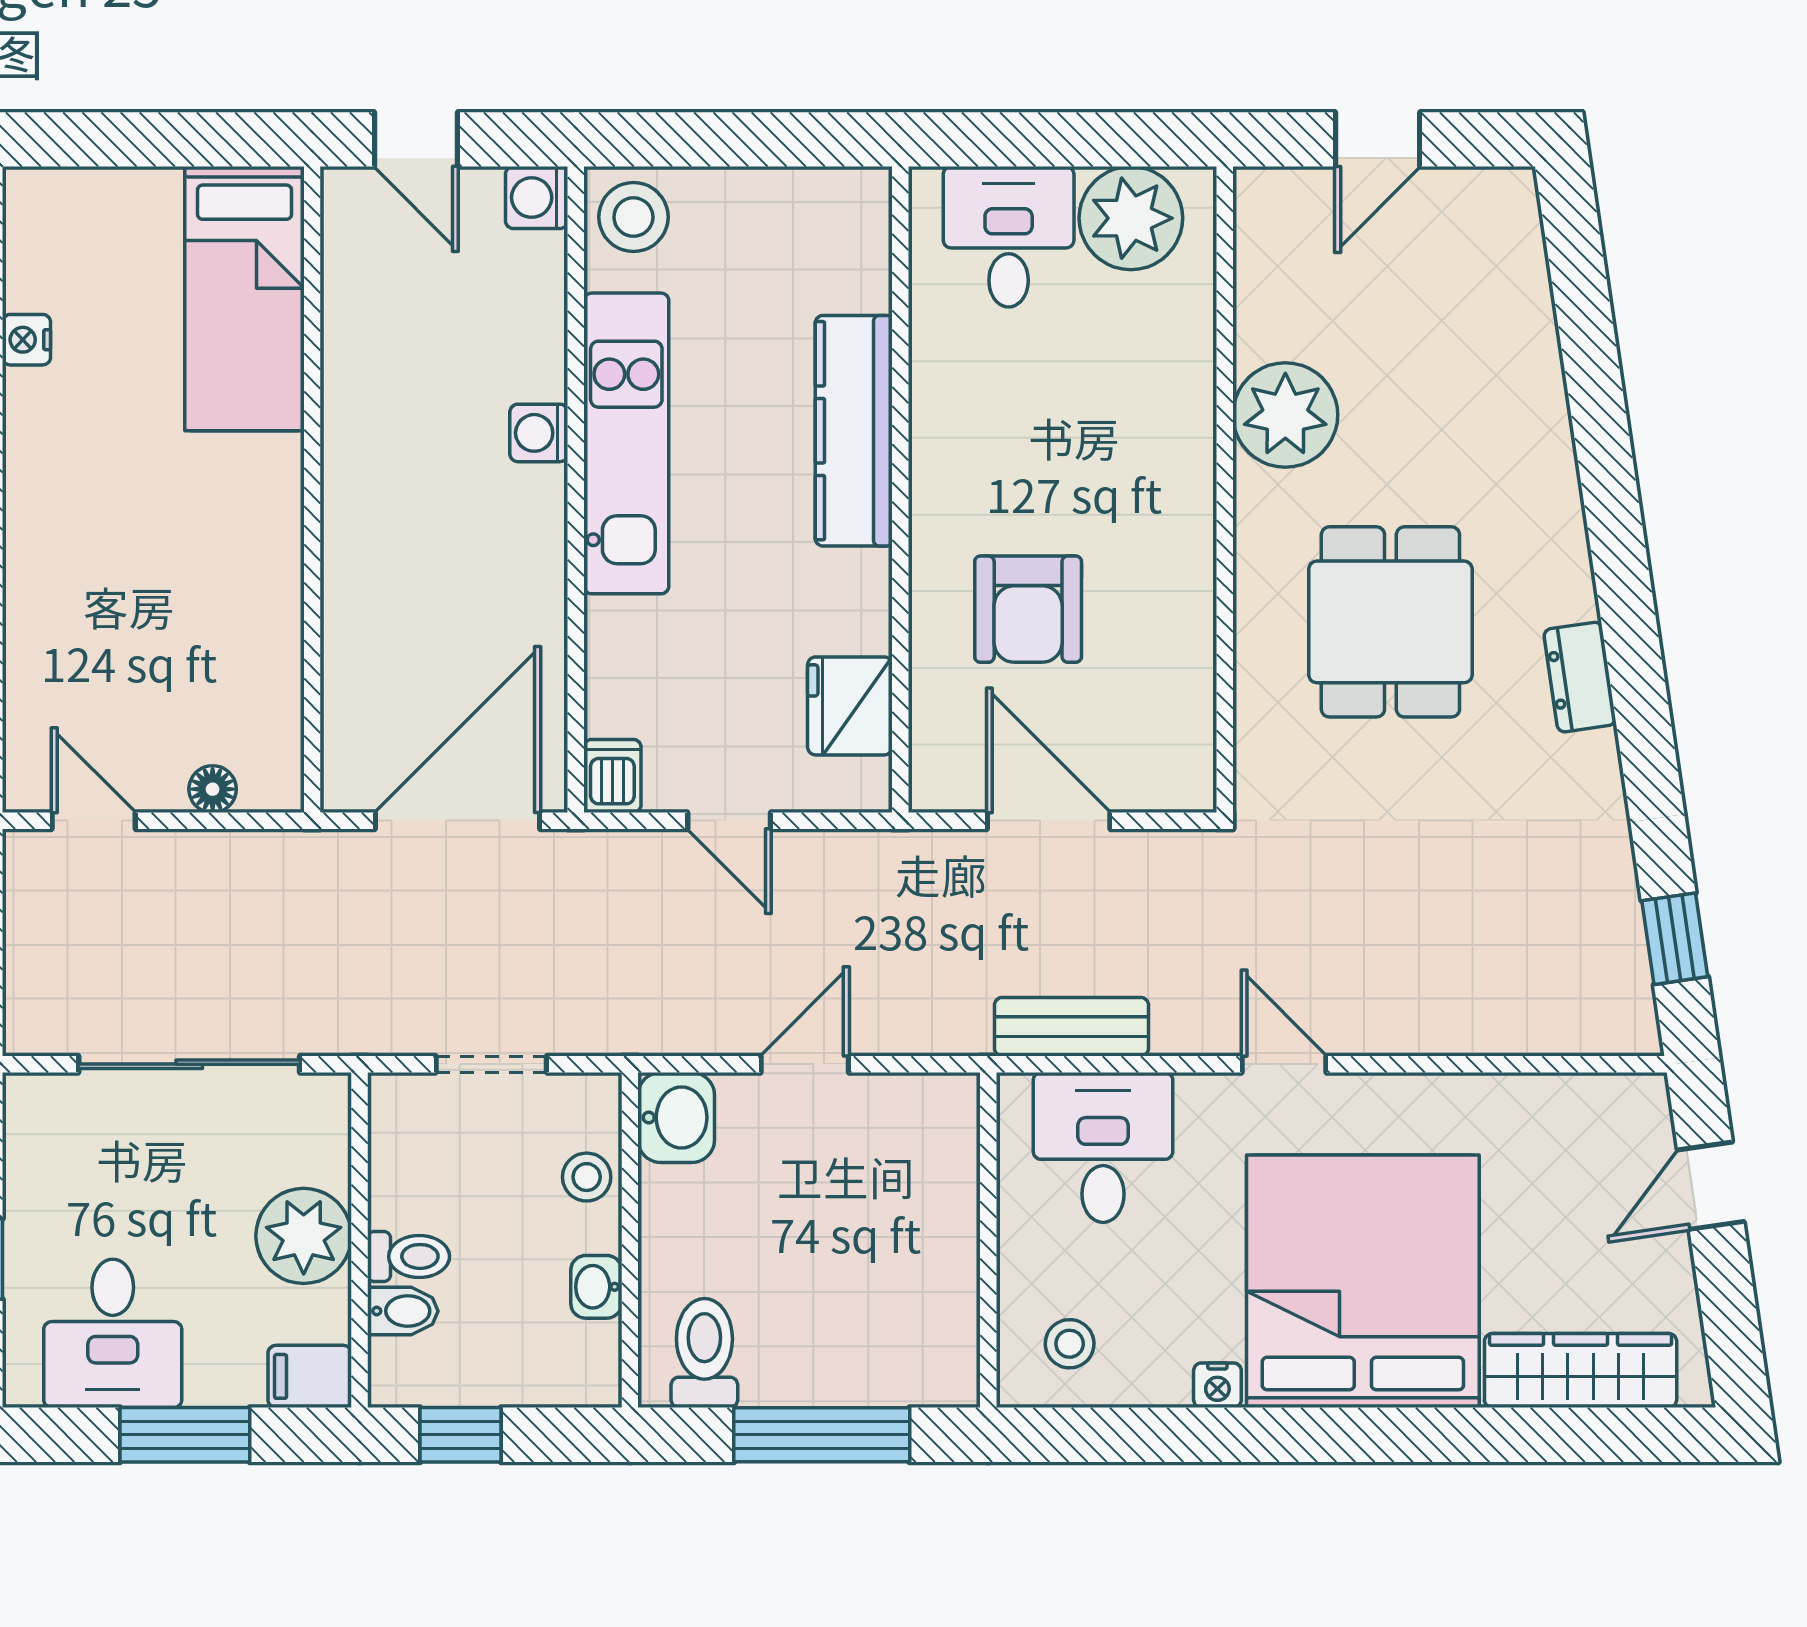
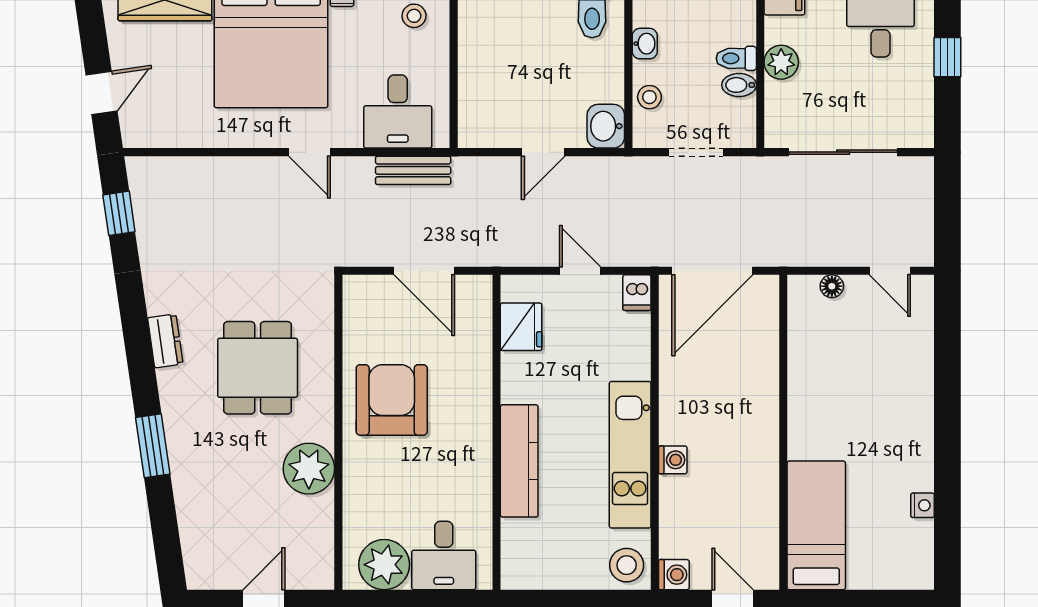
window: (1606, 462) -> (153, 446), added
armchair: (1028, 609) -> (392, 400), moved, width x1.36, depth x1.36
plant: (304, 1236) -> (781, 62), width x0.73, depth x0.73
bidet: (403, 1311) -> (739, 85), moved

